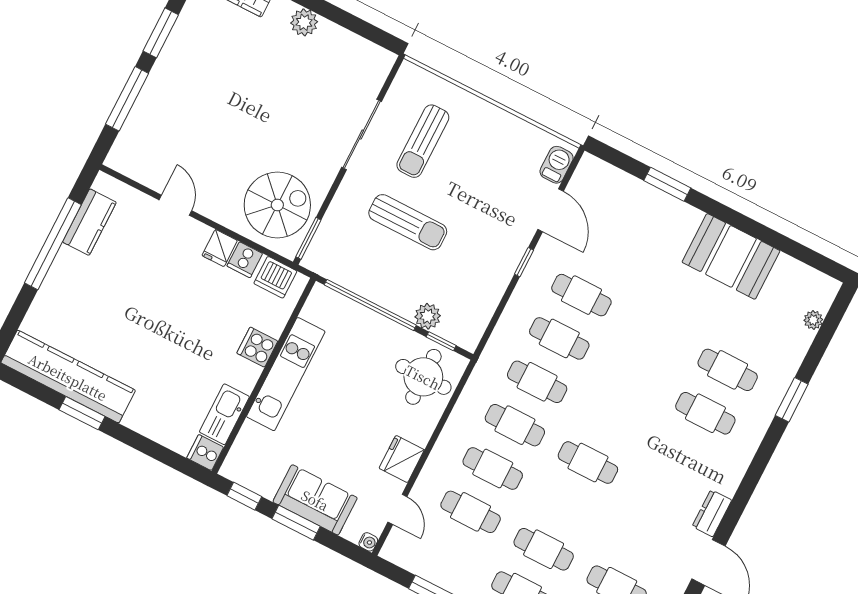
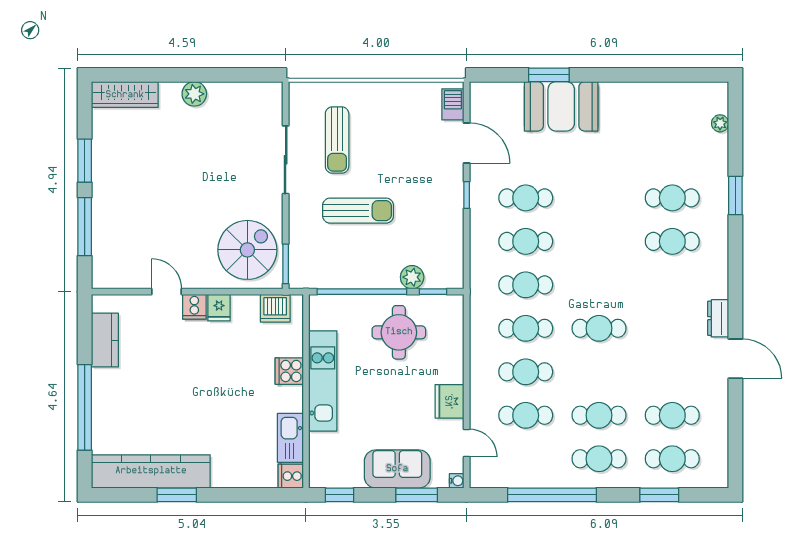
window: (53, 244) -> (85, 407), moved
booth: (731, 256) -> (561, 106), moved
cooker: (245, 260) -> (194, 307), moved
round table: (423, 377) -> (399, 332), moved
window: (296, 523) -> (417, 495), moved

